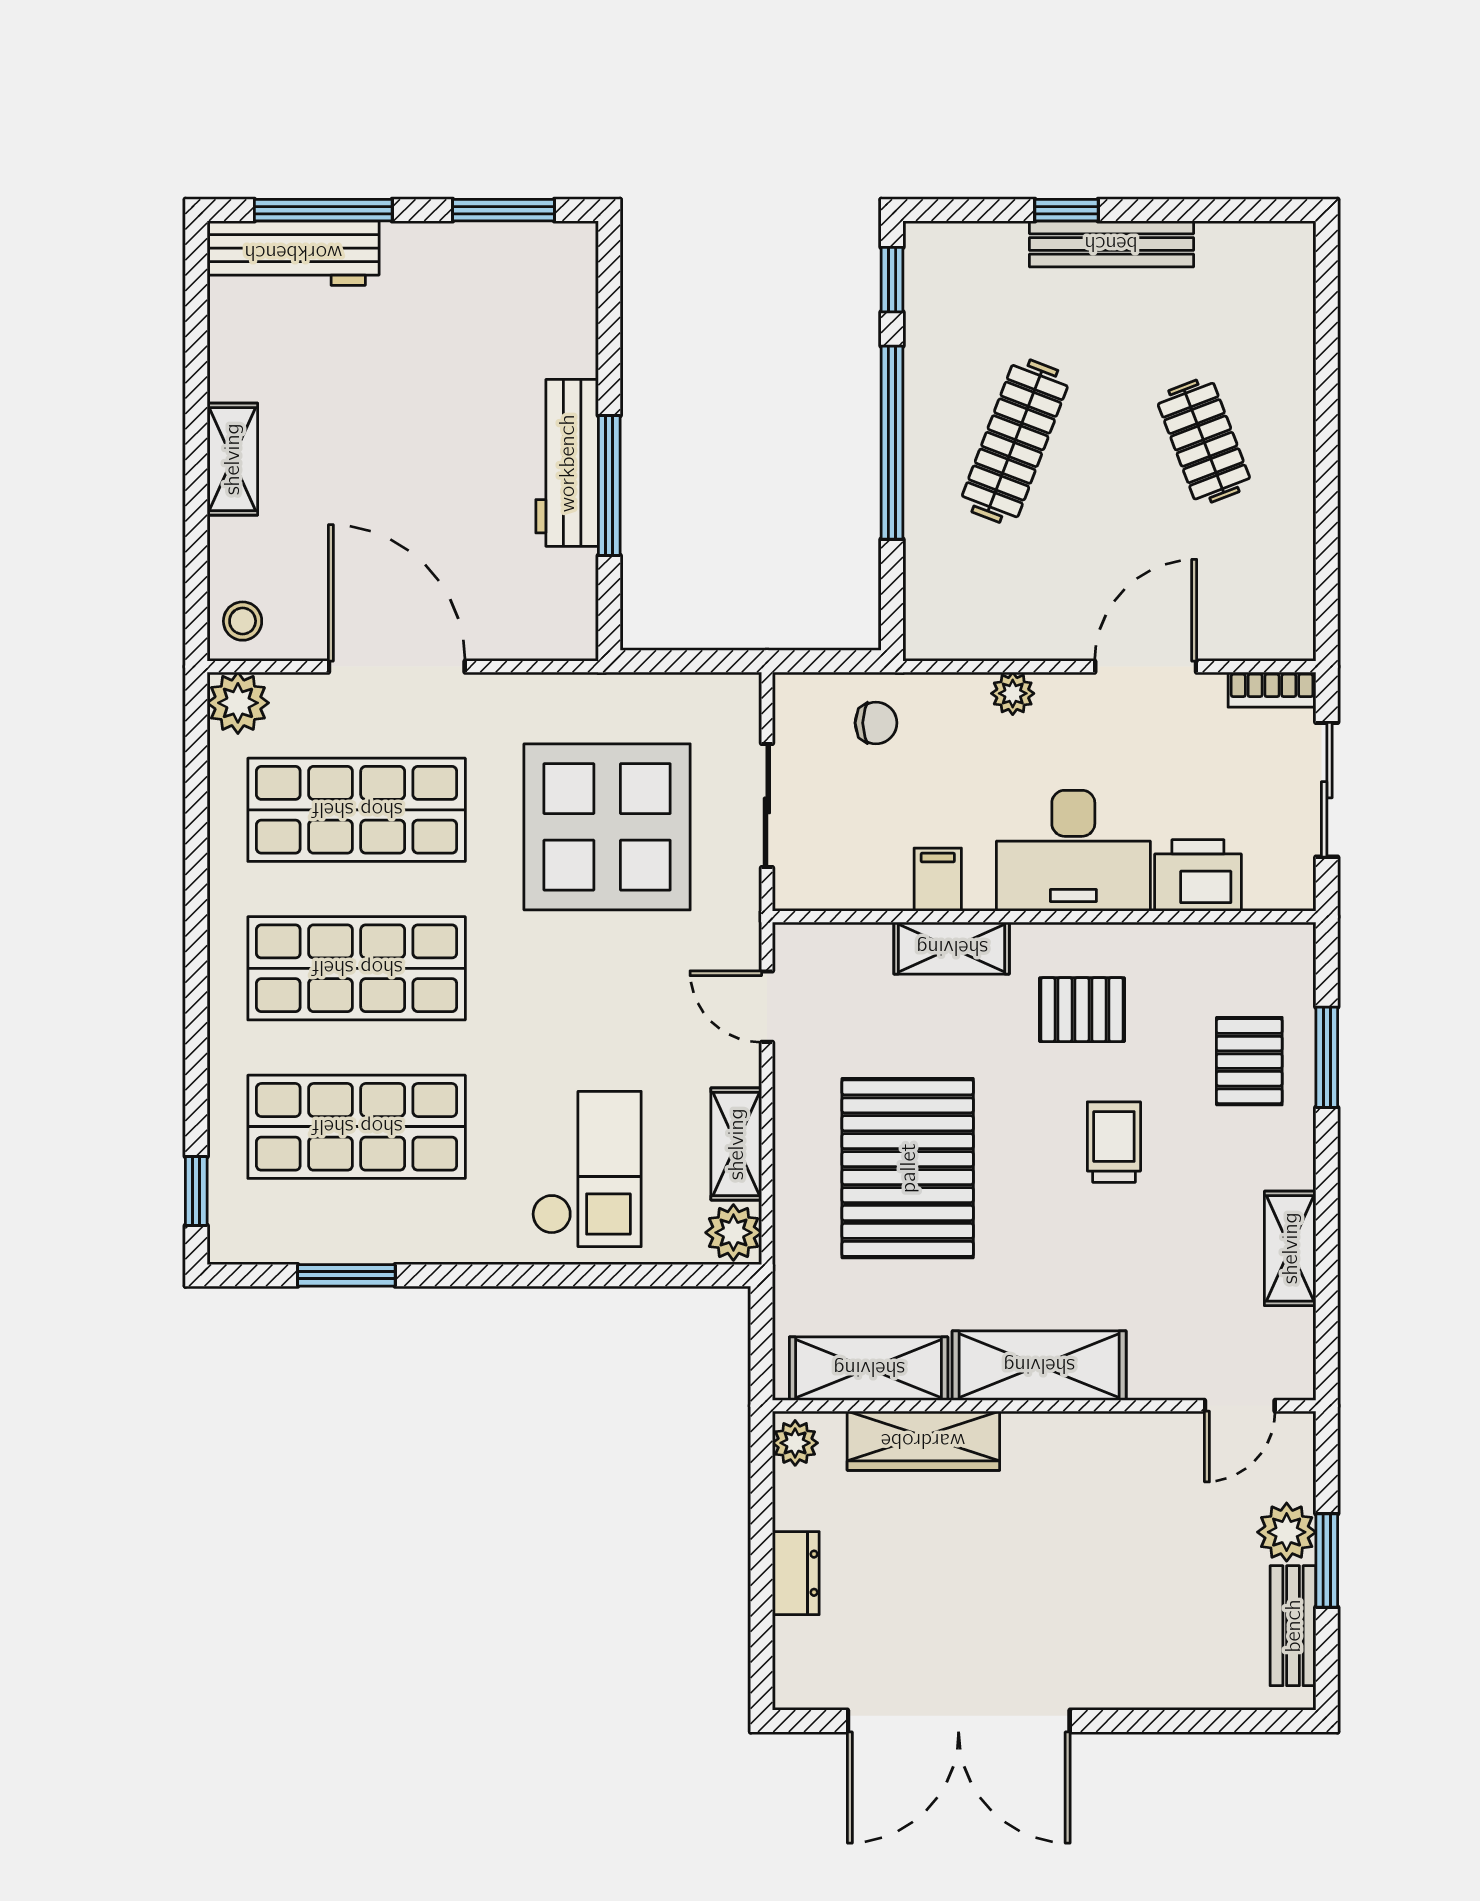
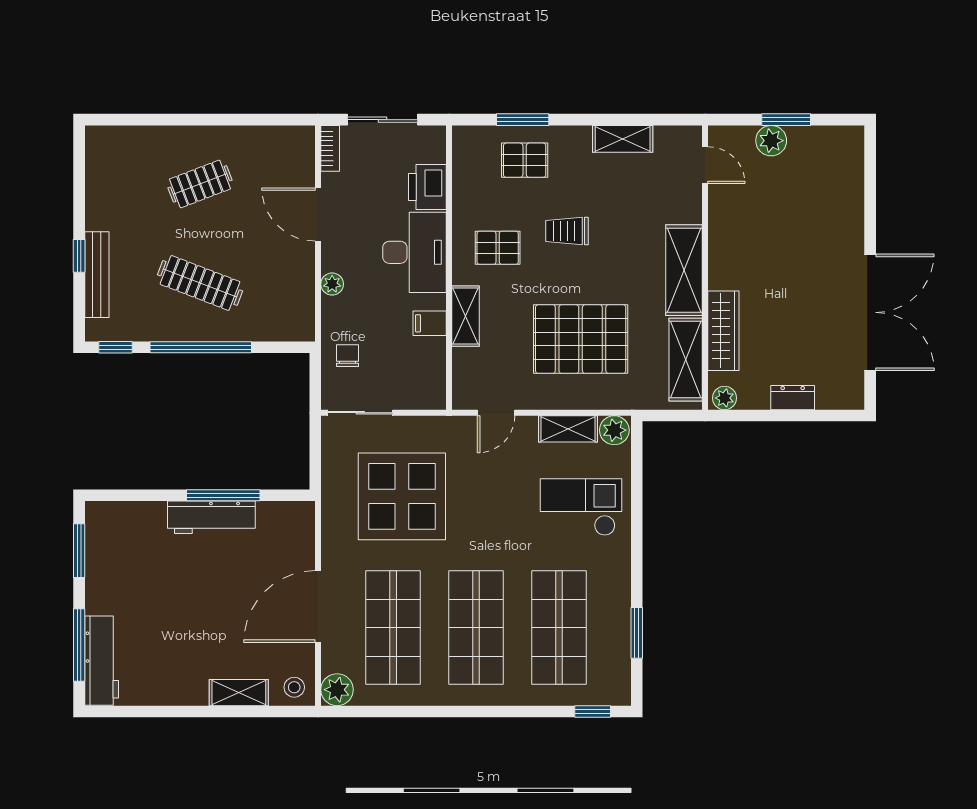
bench: (1111, 244) -> (97, 275), moved
shelving: (232, 459) -> (239, 693), moved
sliding door: (767, 805) -> (360, 413), moved
pallet: (1082, 1010) -> (498, 248), turned 90
bench: (1293, 1626) -> (820, 137), removed

